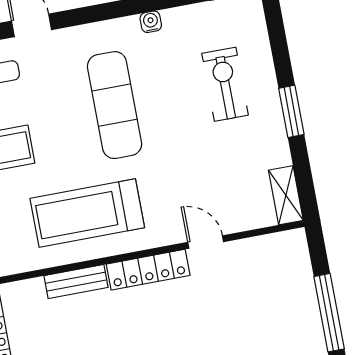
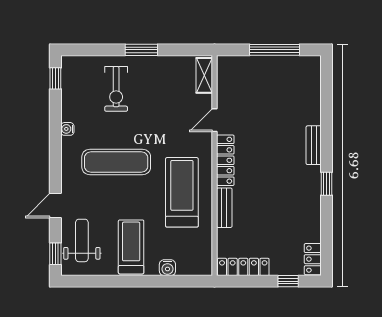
exercise bike: (225, 84) -> (116, 89), turned -90
shelving: (286, 195) -> (204, 75), moved, turned 90
treadmill: (87, 213) -> (182, 192), turned 180

